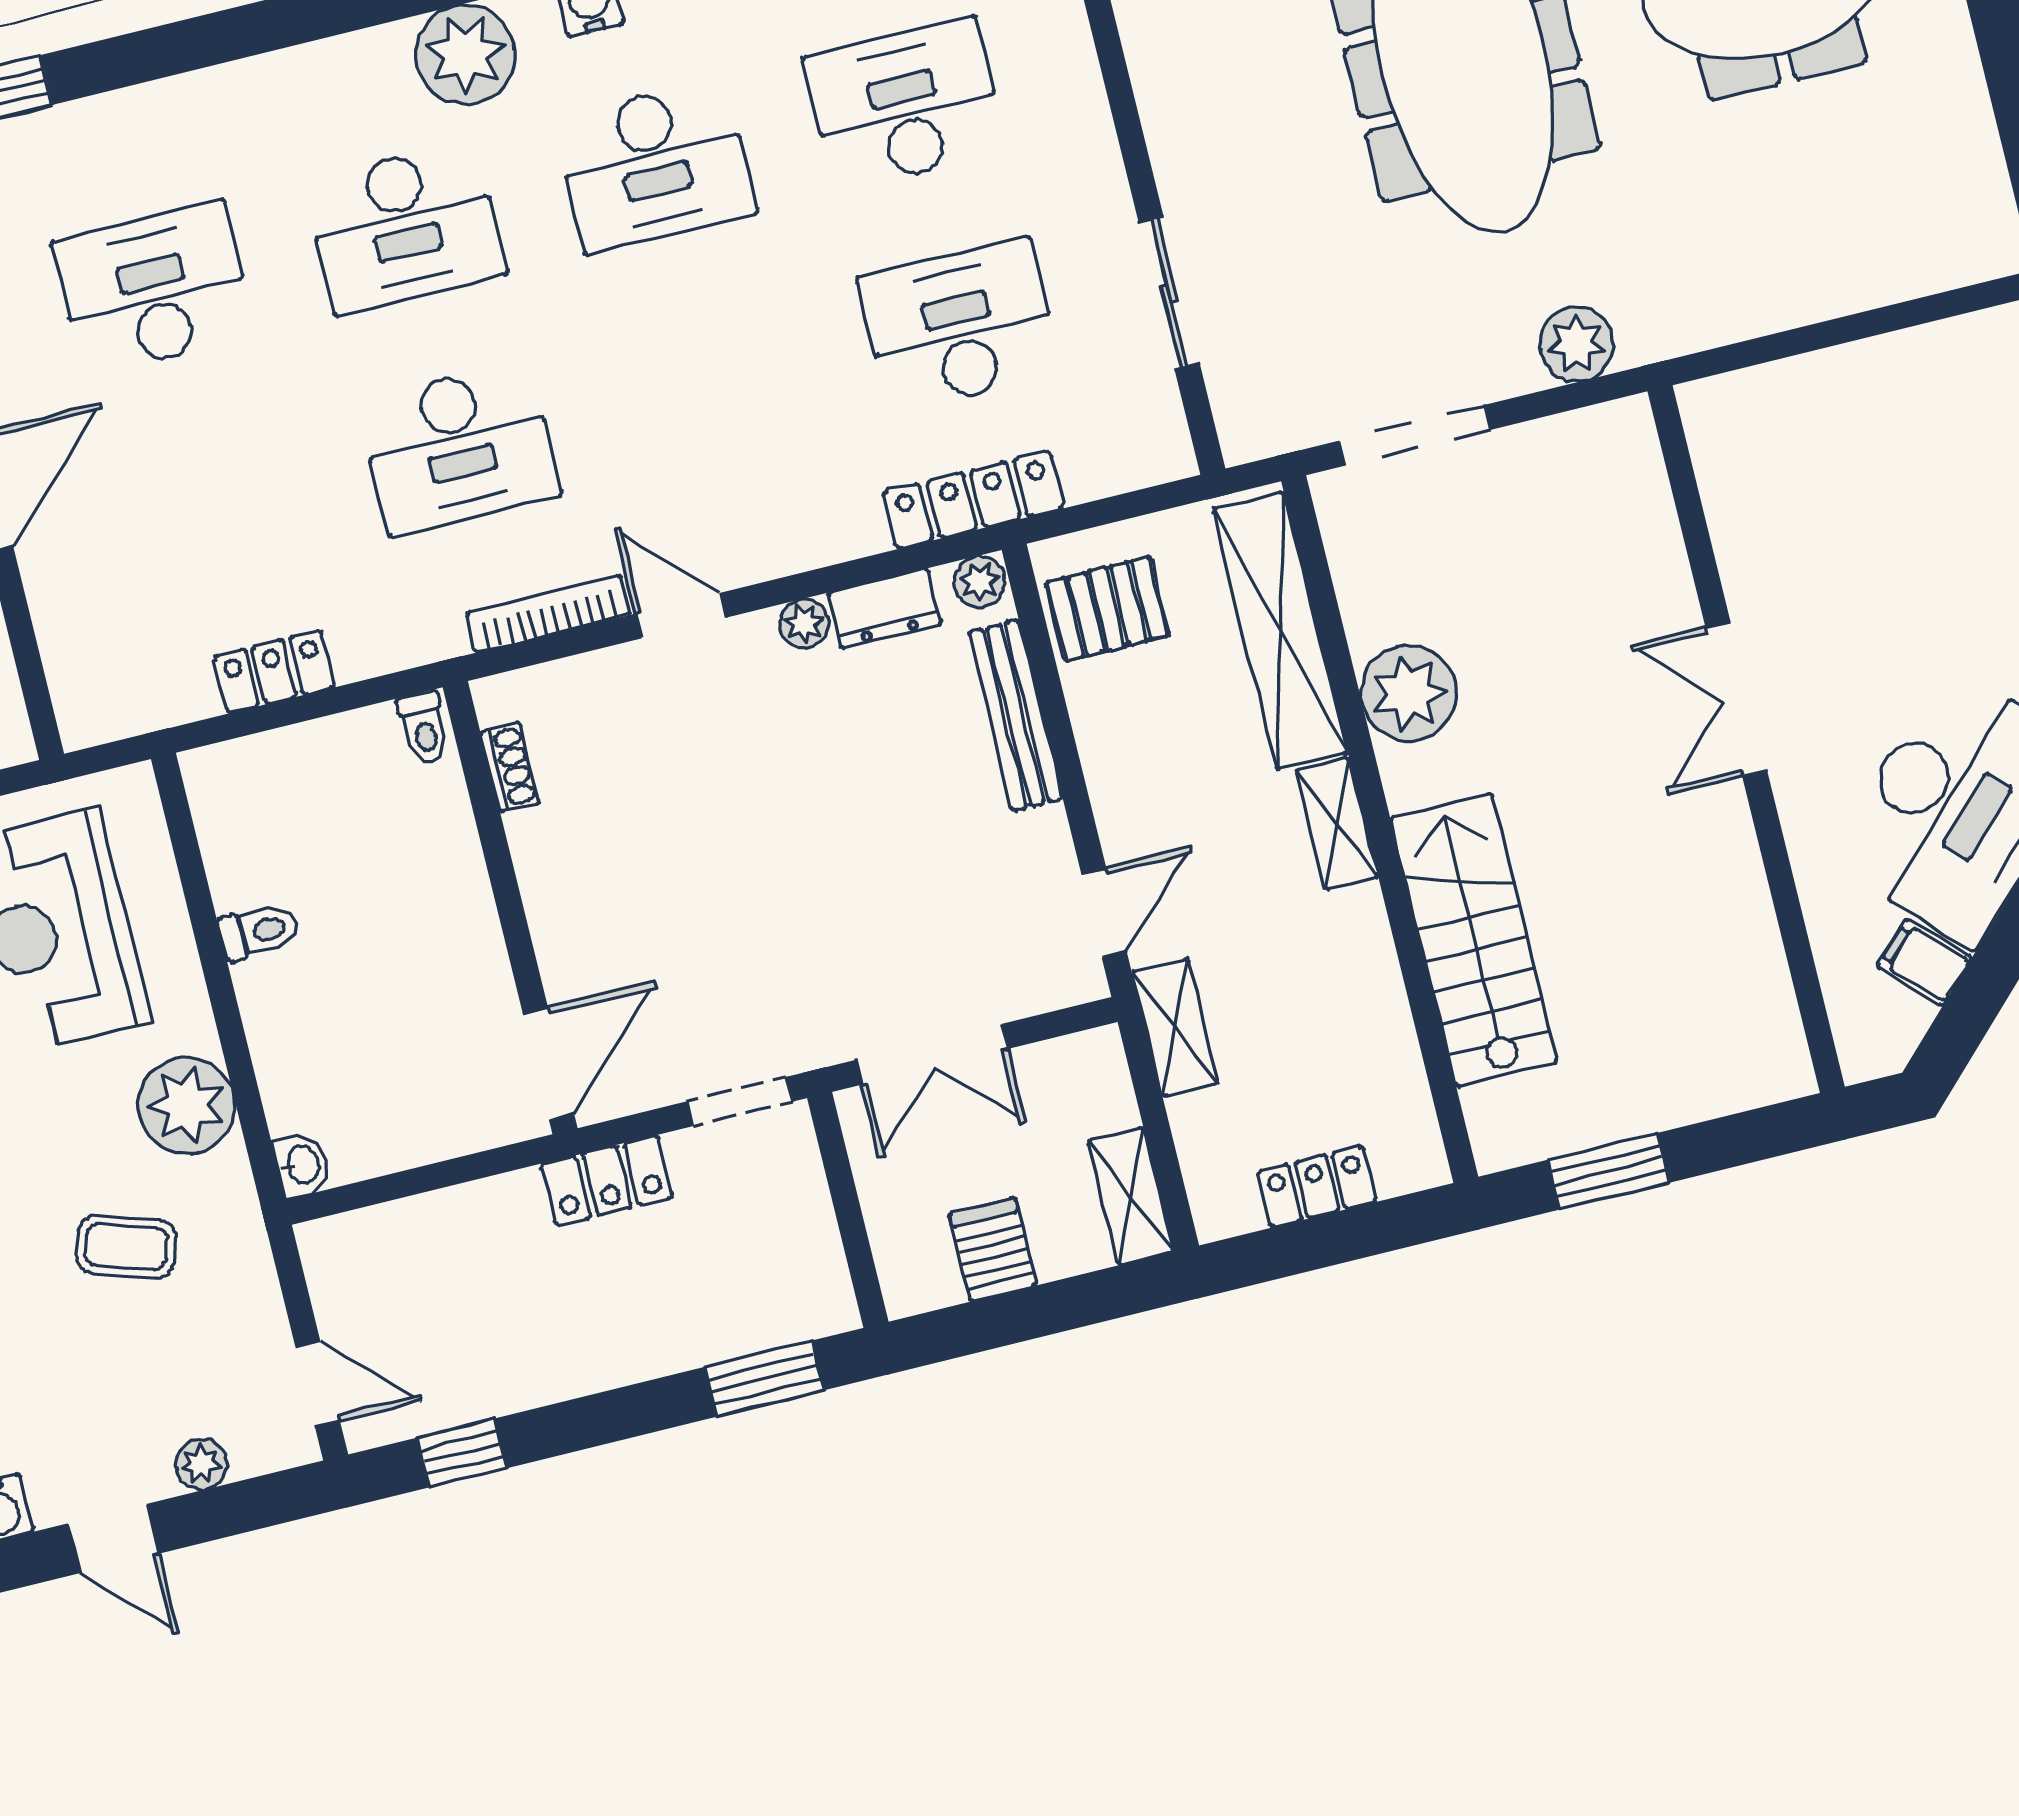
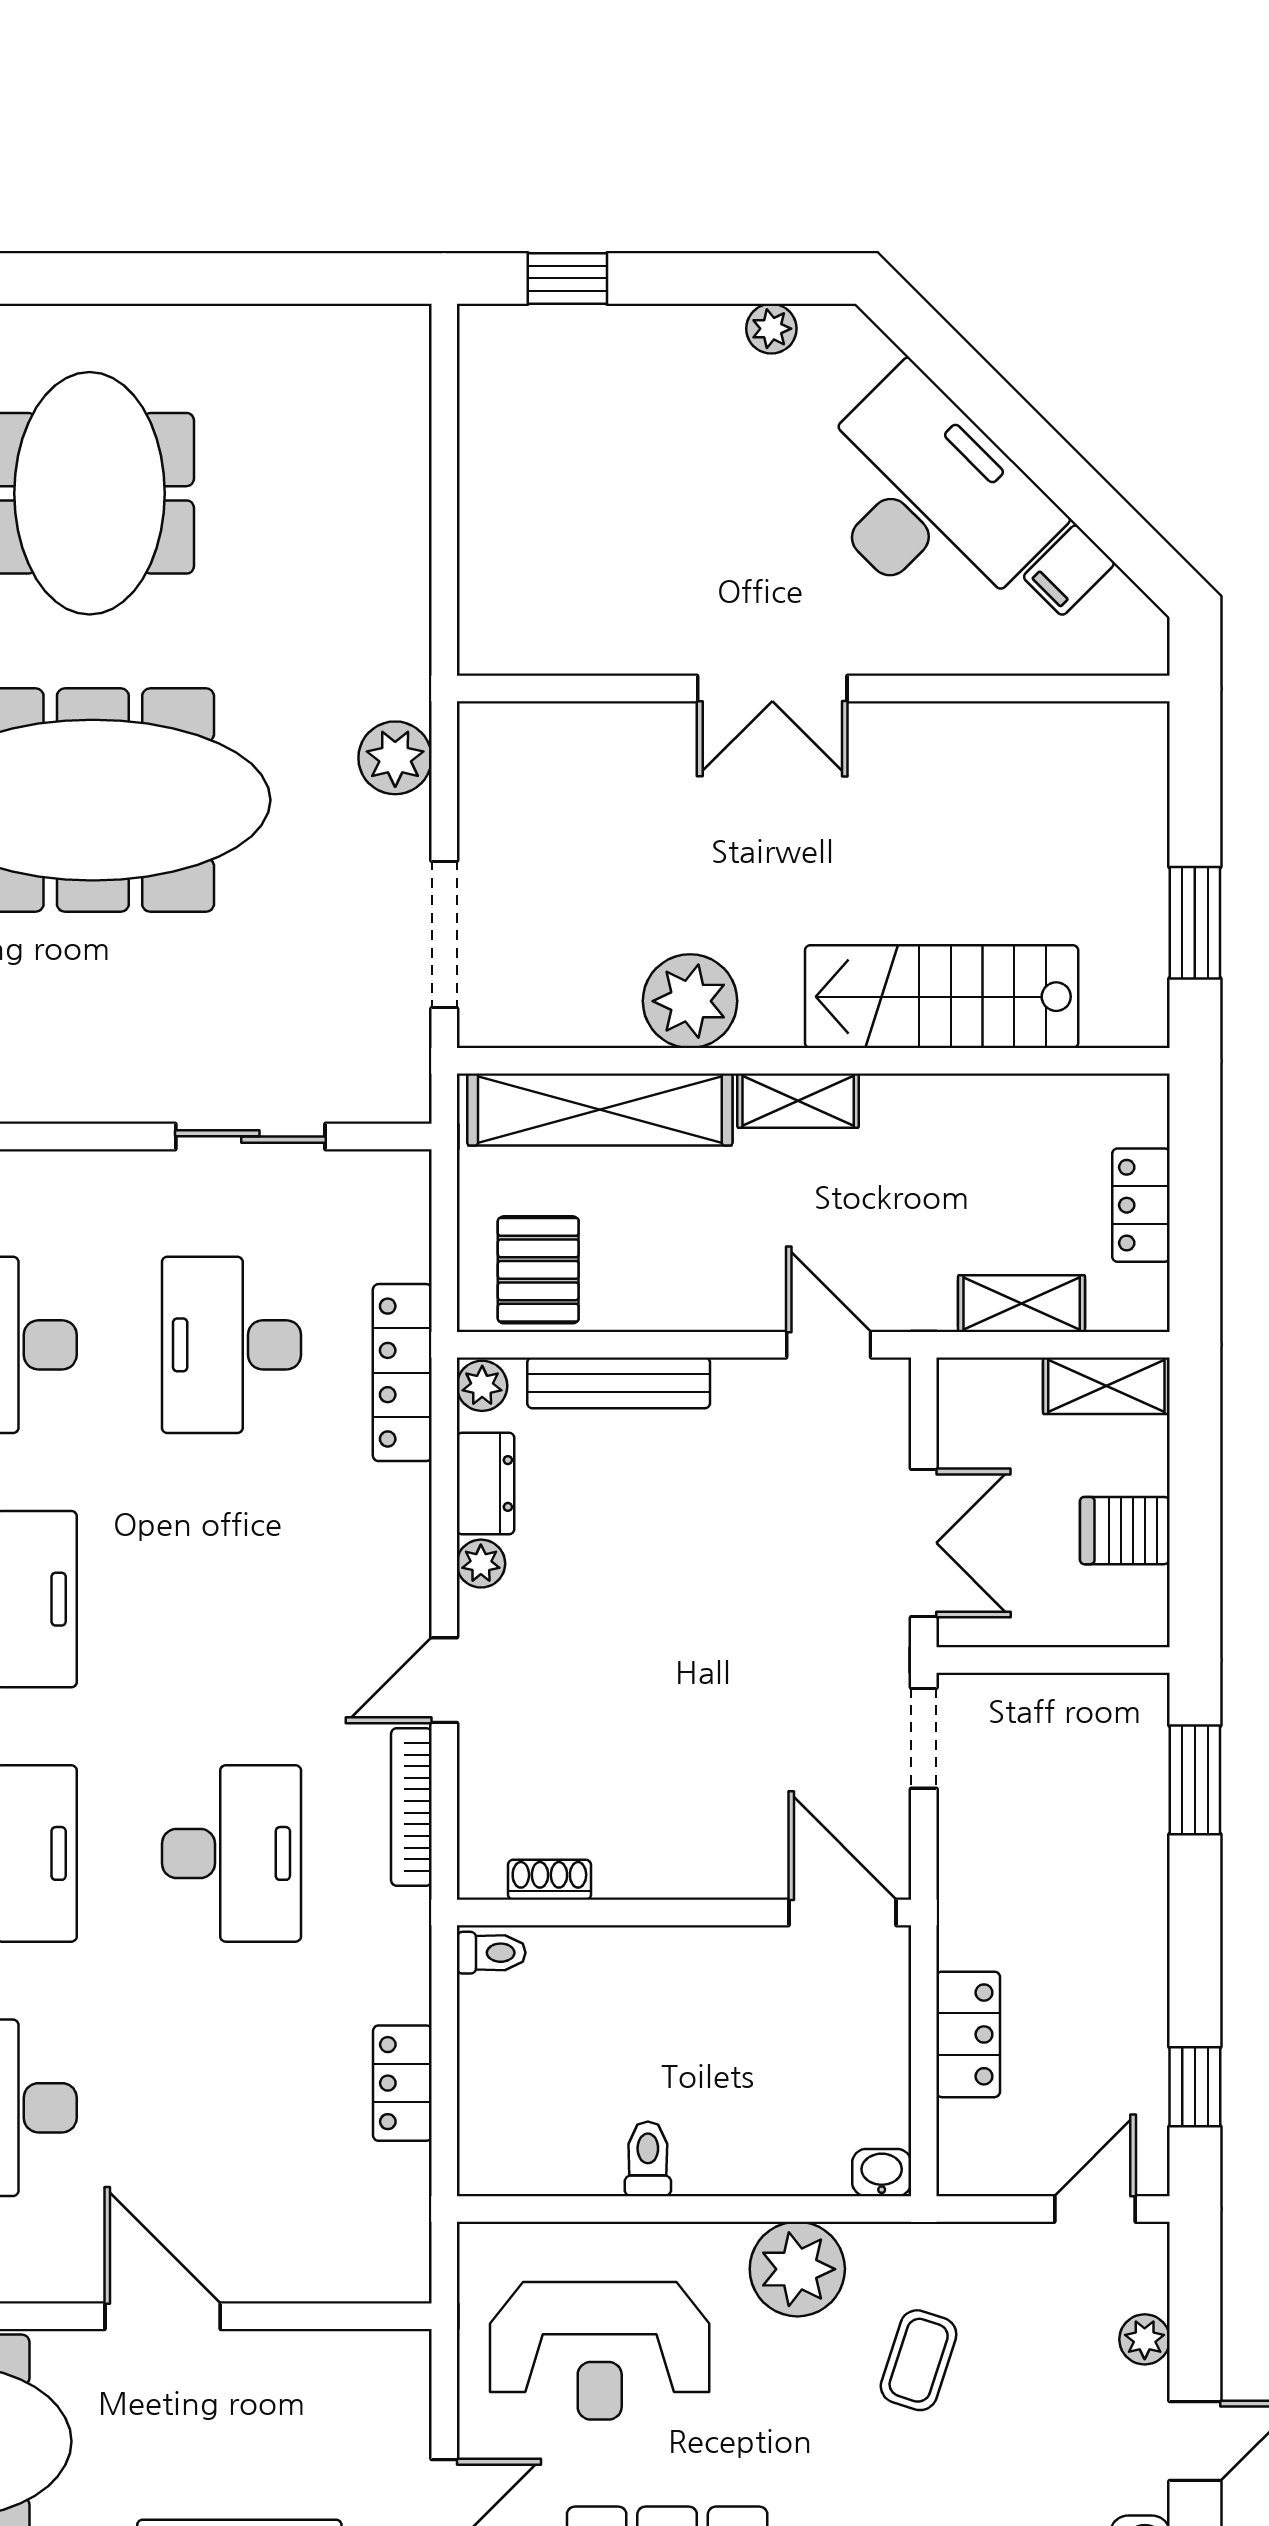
shelving: (1175, 1028) -> (1022, 1304), moved
locker: (607, 1180) -> (968, 2034), moved

